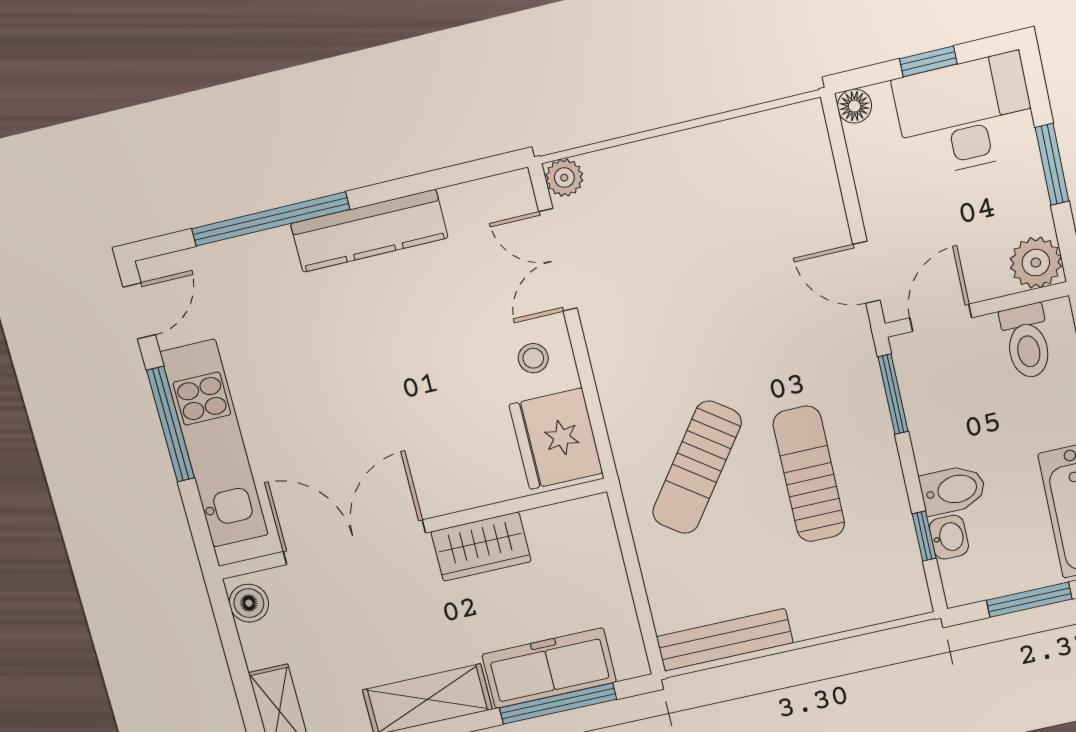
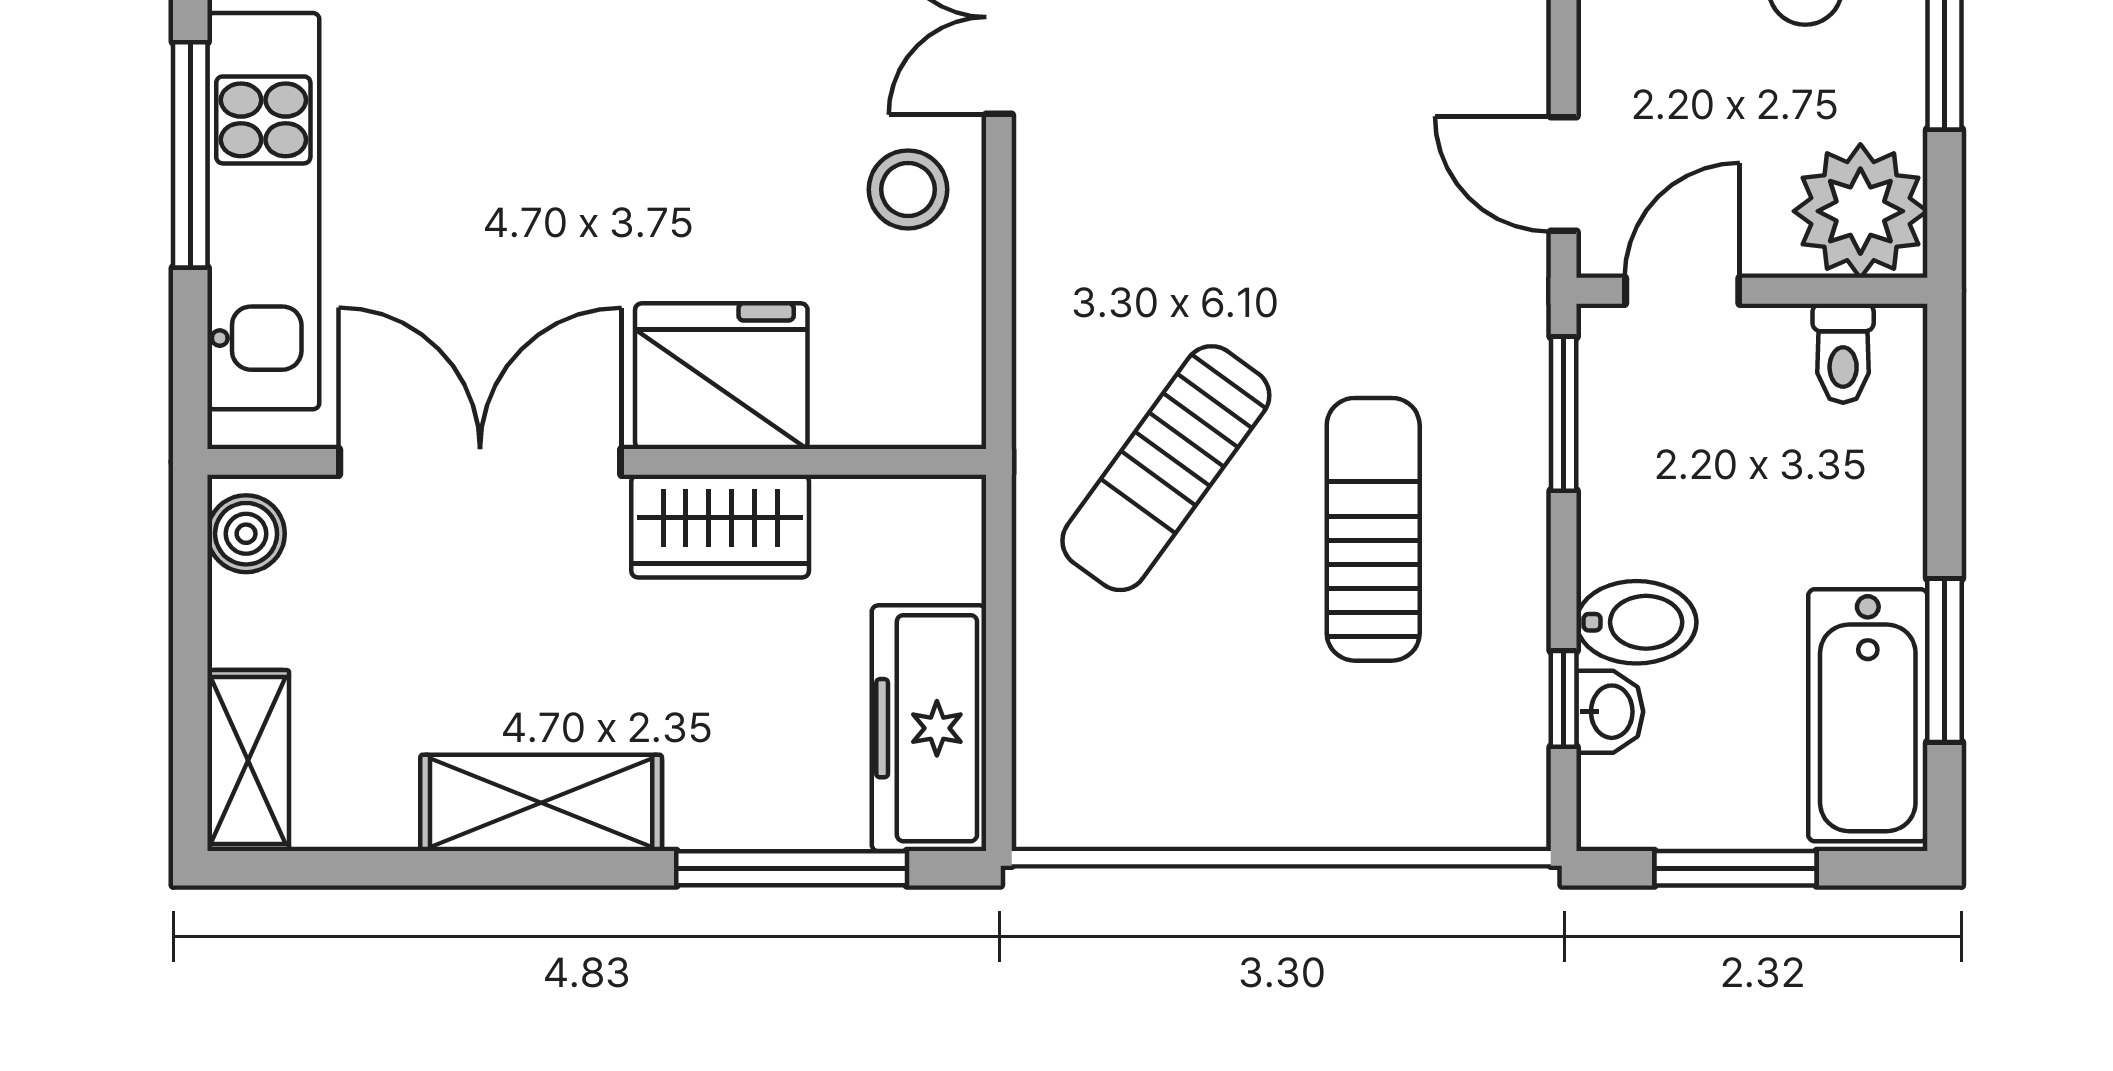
plant: (1036, 263) -> (1860, 211), width x1.36, depth x1.36
toilet: (1027, 342) -> (1843, 353), width x0.73, depth x0.72
stool: (533, 358) -> (908, 189), width x1.37, depth x1.37
fridge: (556, 439) -> (721, 376), moved, turned 90
bench: (725, 640) -> (1141, 815), removed
freezer: (549, 668) -> (929, 728), moved, turned -90

